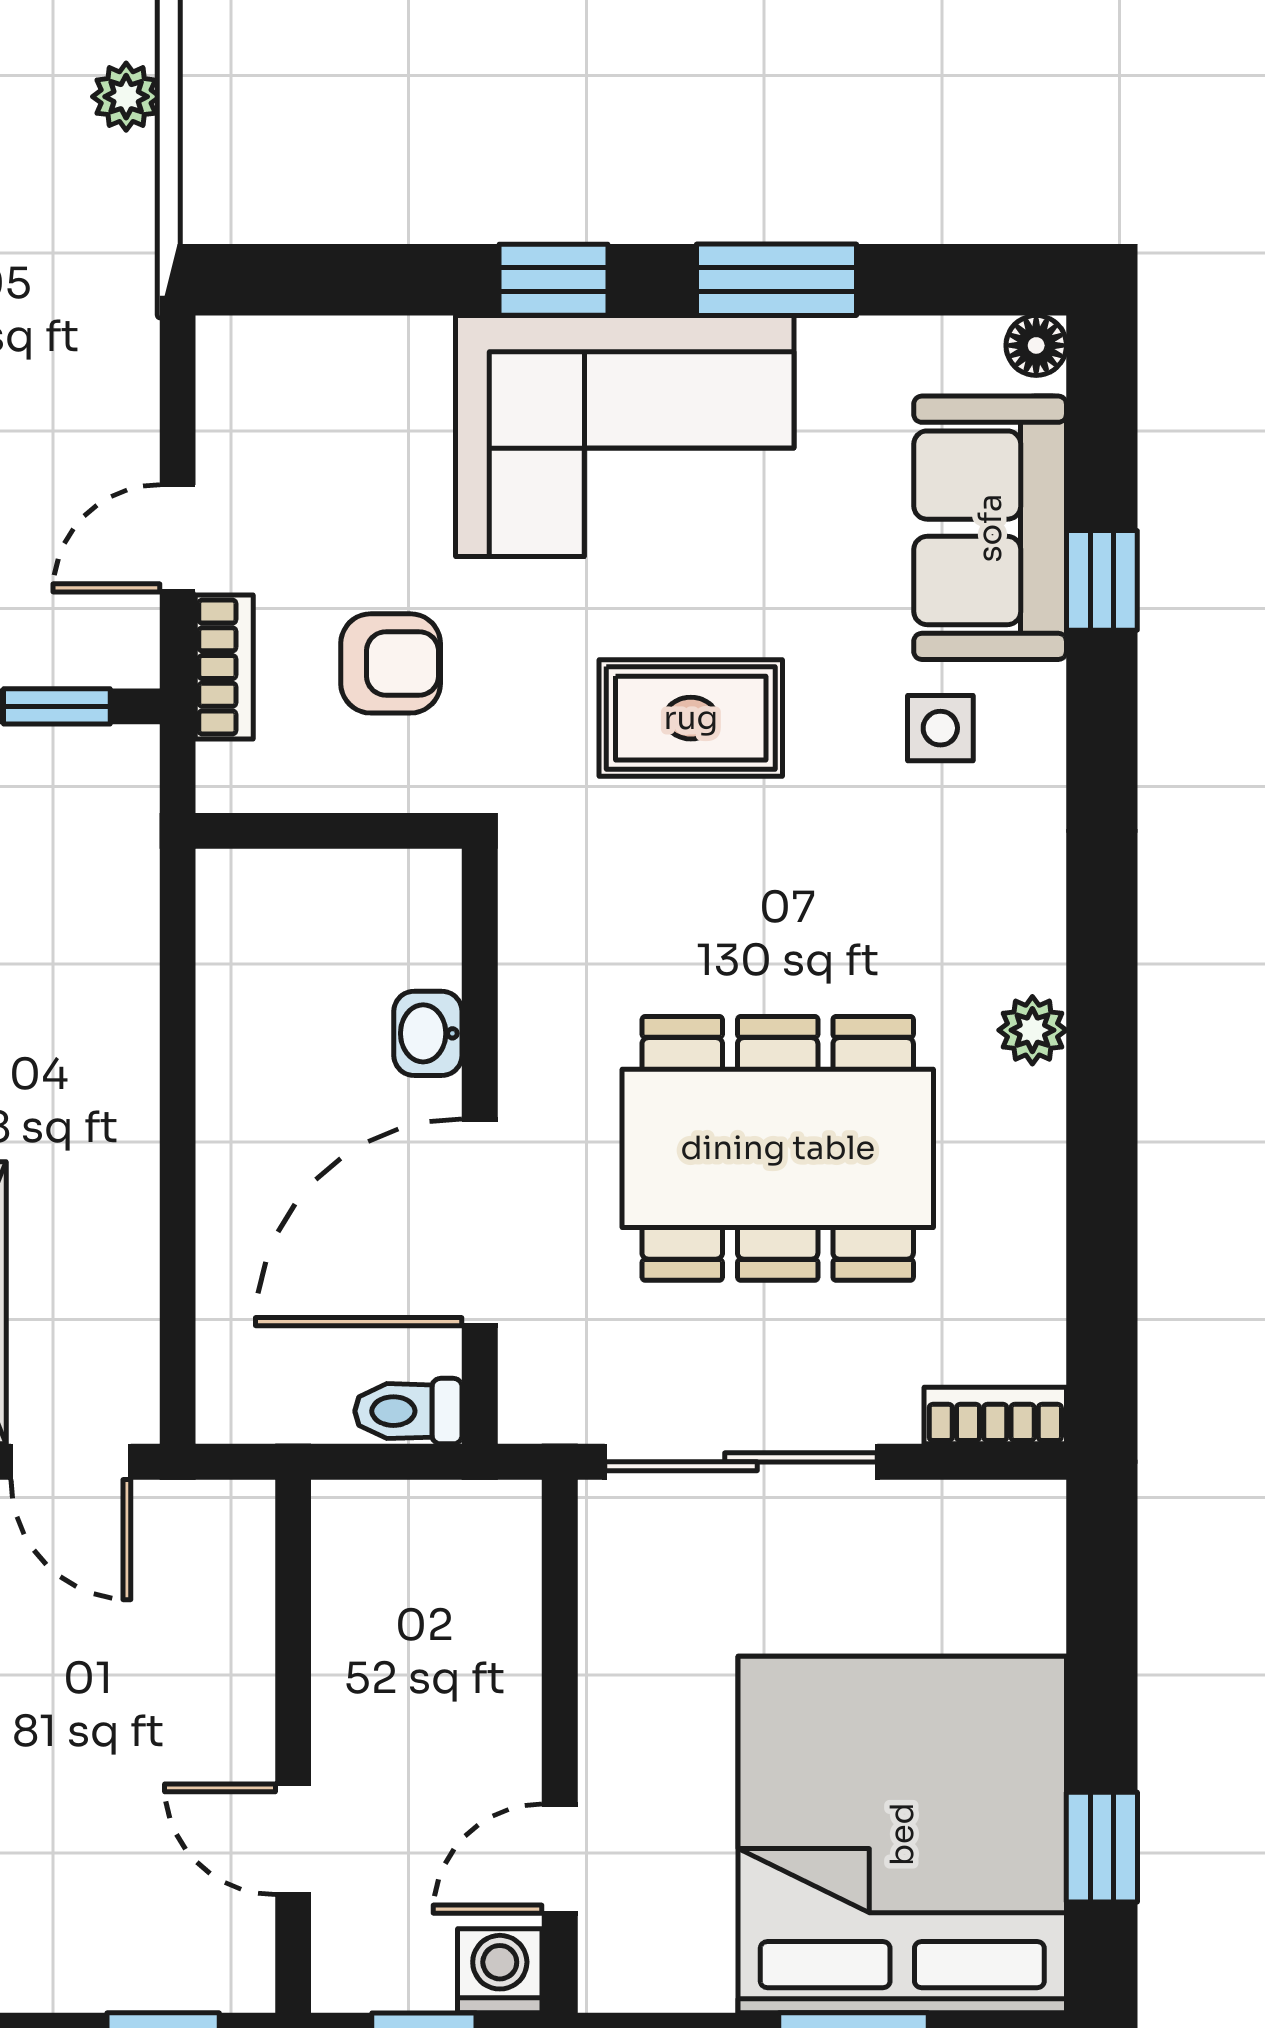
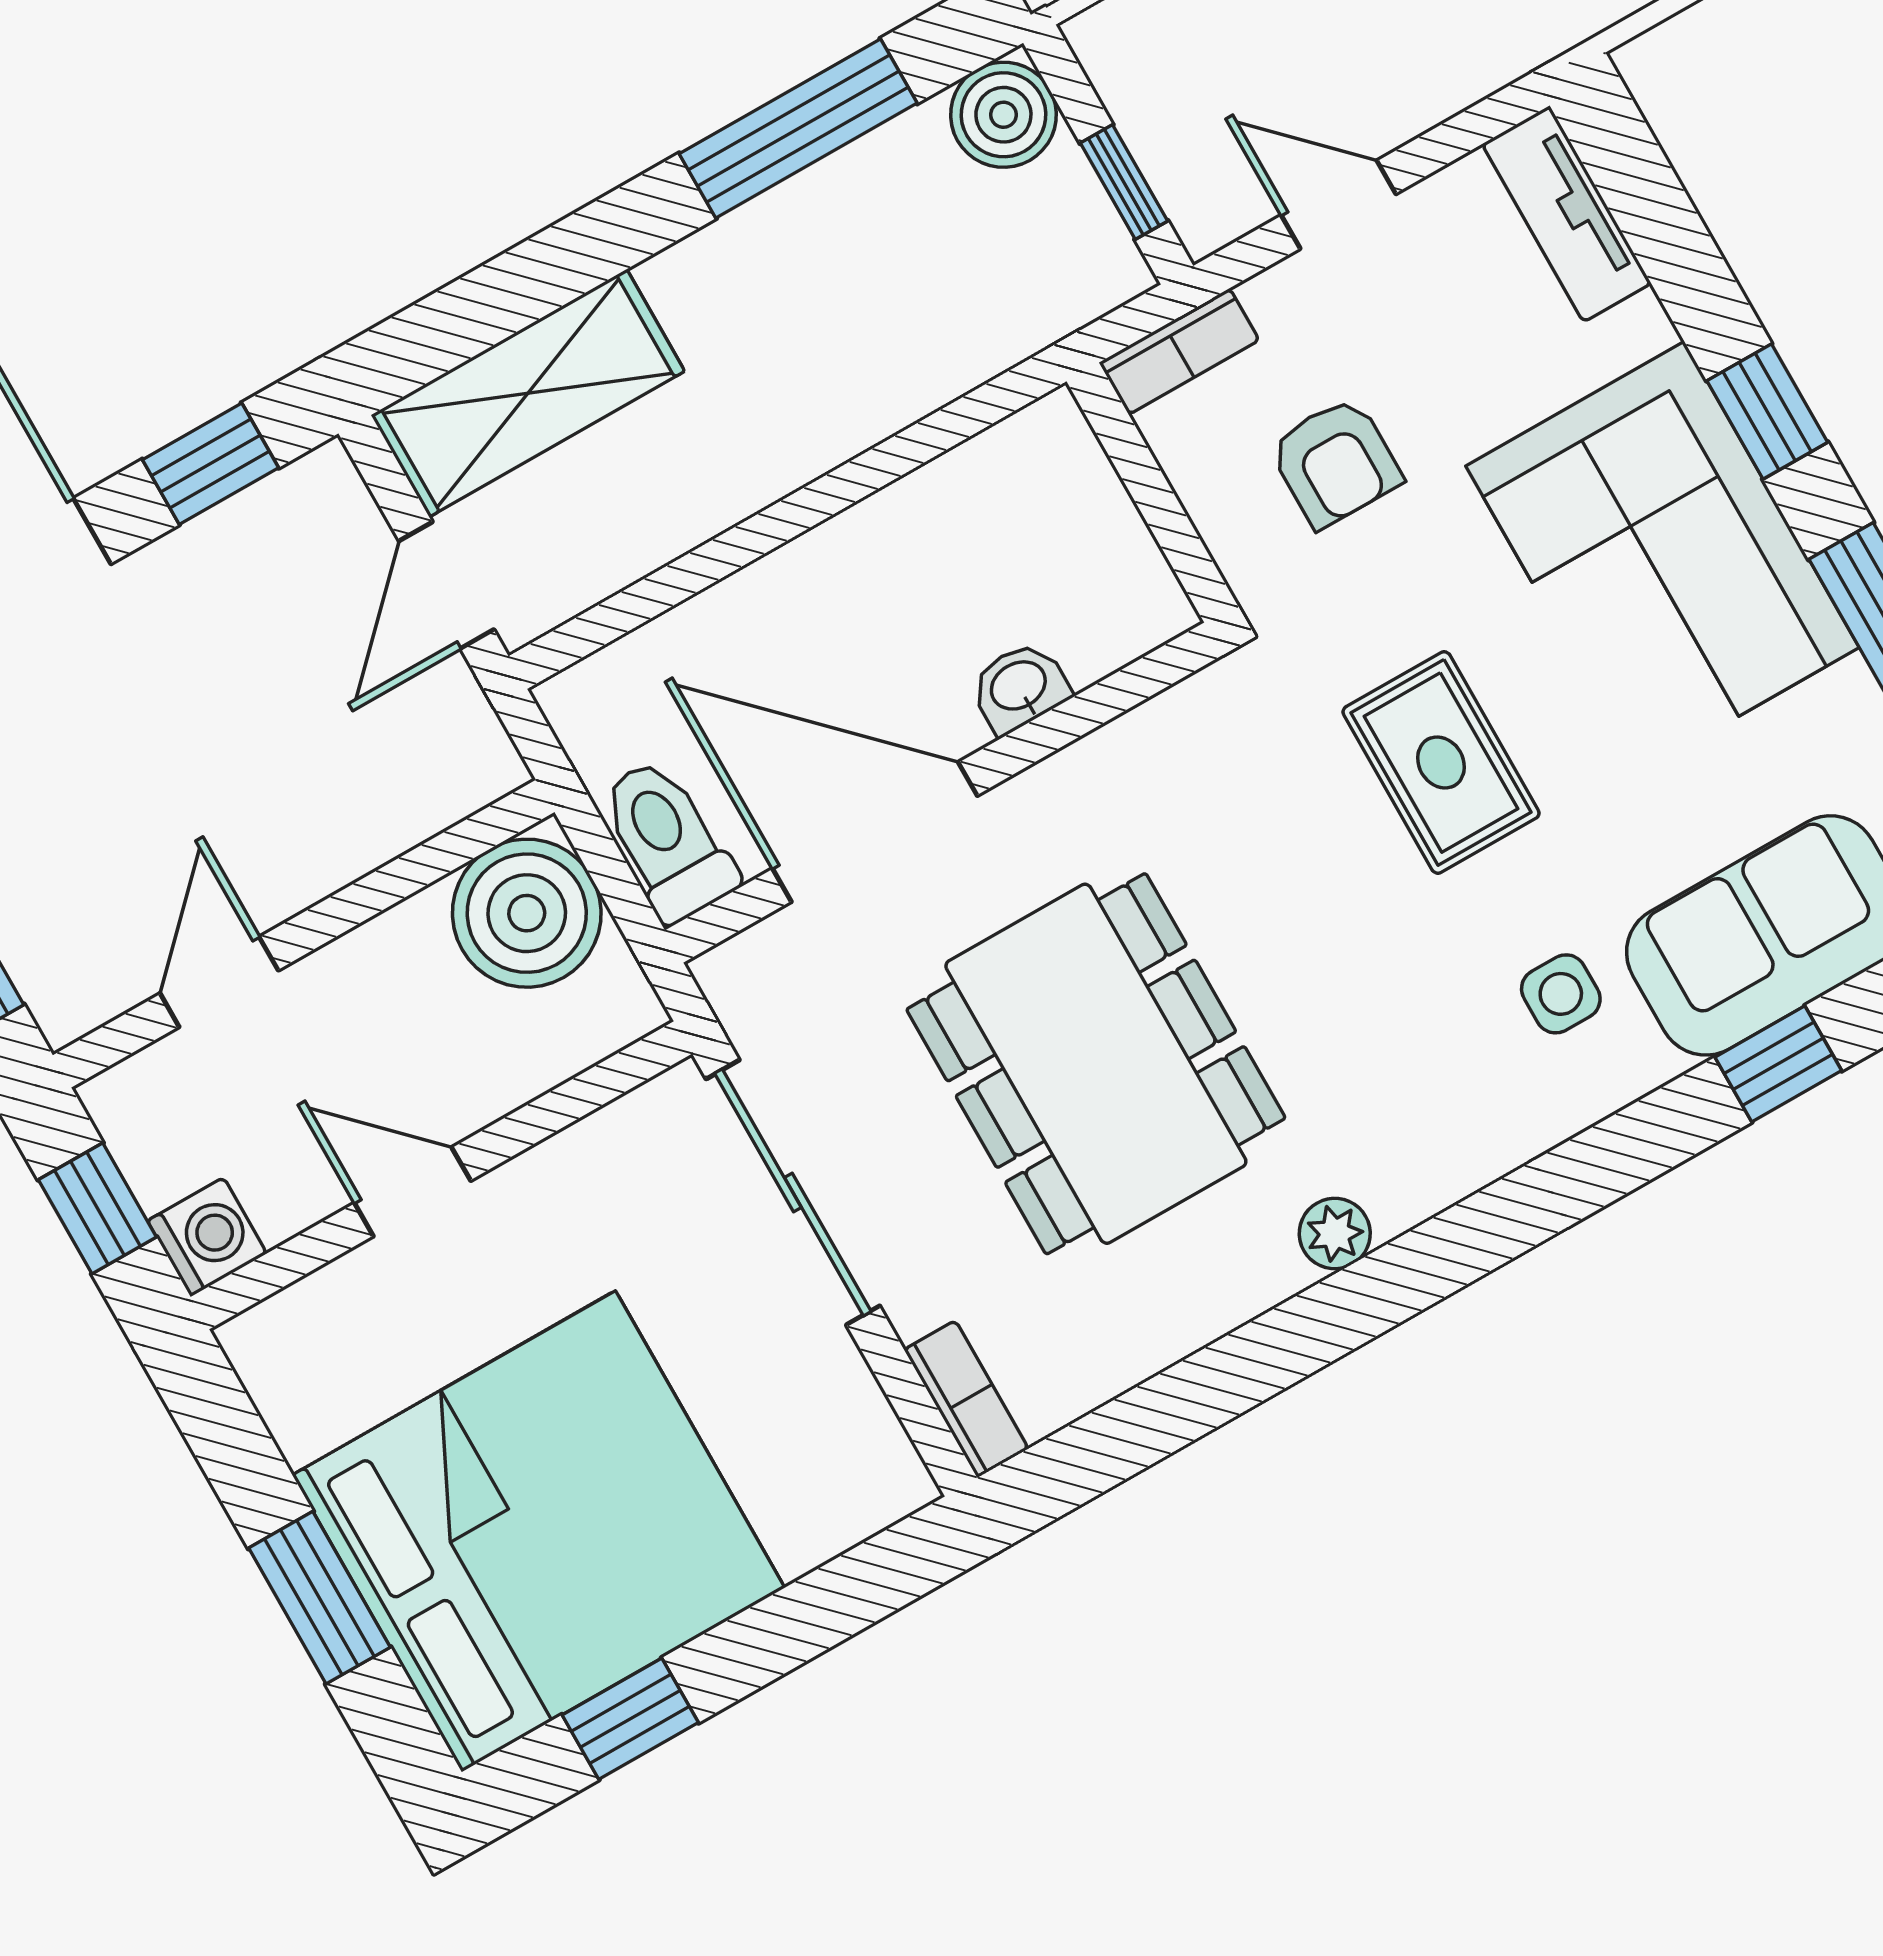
tv unit: (294, 353) -> (1567, 214), added
bookcase: (224, 667) -> (1179, 351), moved
toilet: (408, 1411) -> (667, 840), width x1.37, depth x1.39
boiler: (382, 1551) -> (527, 913), added
door: (560, 1859) -> (413, 1192), moved

